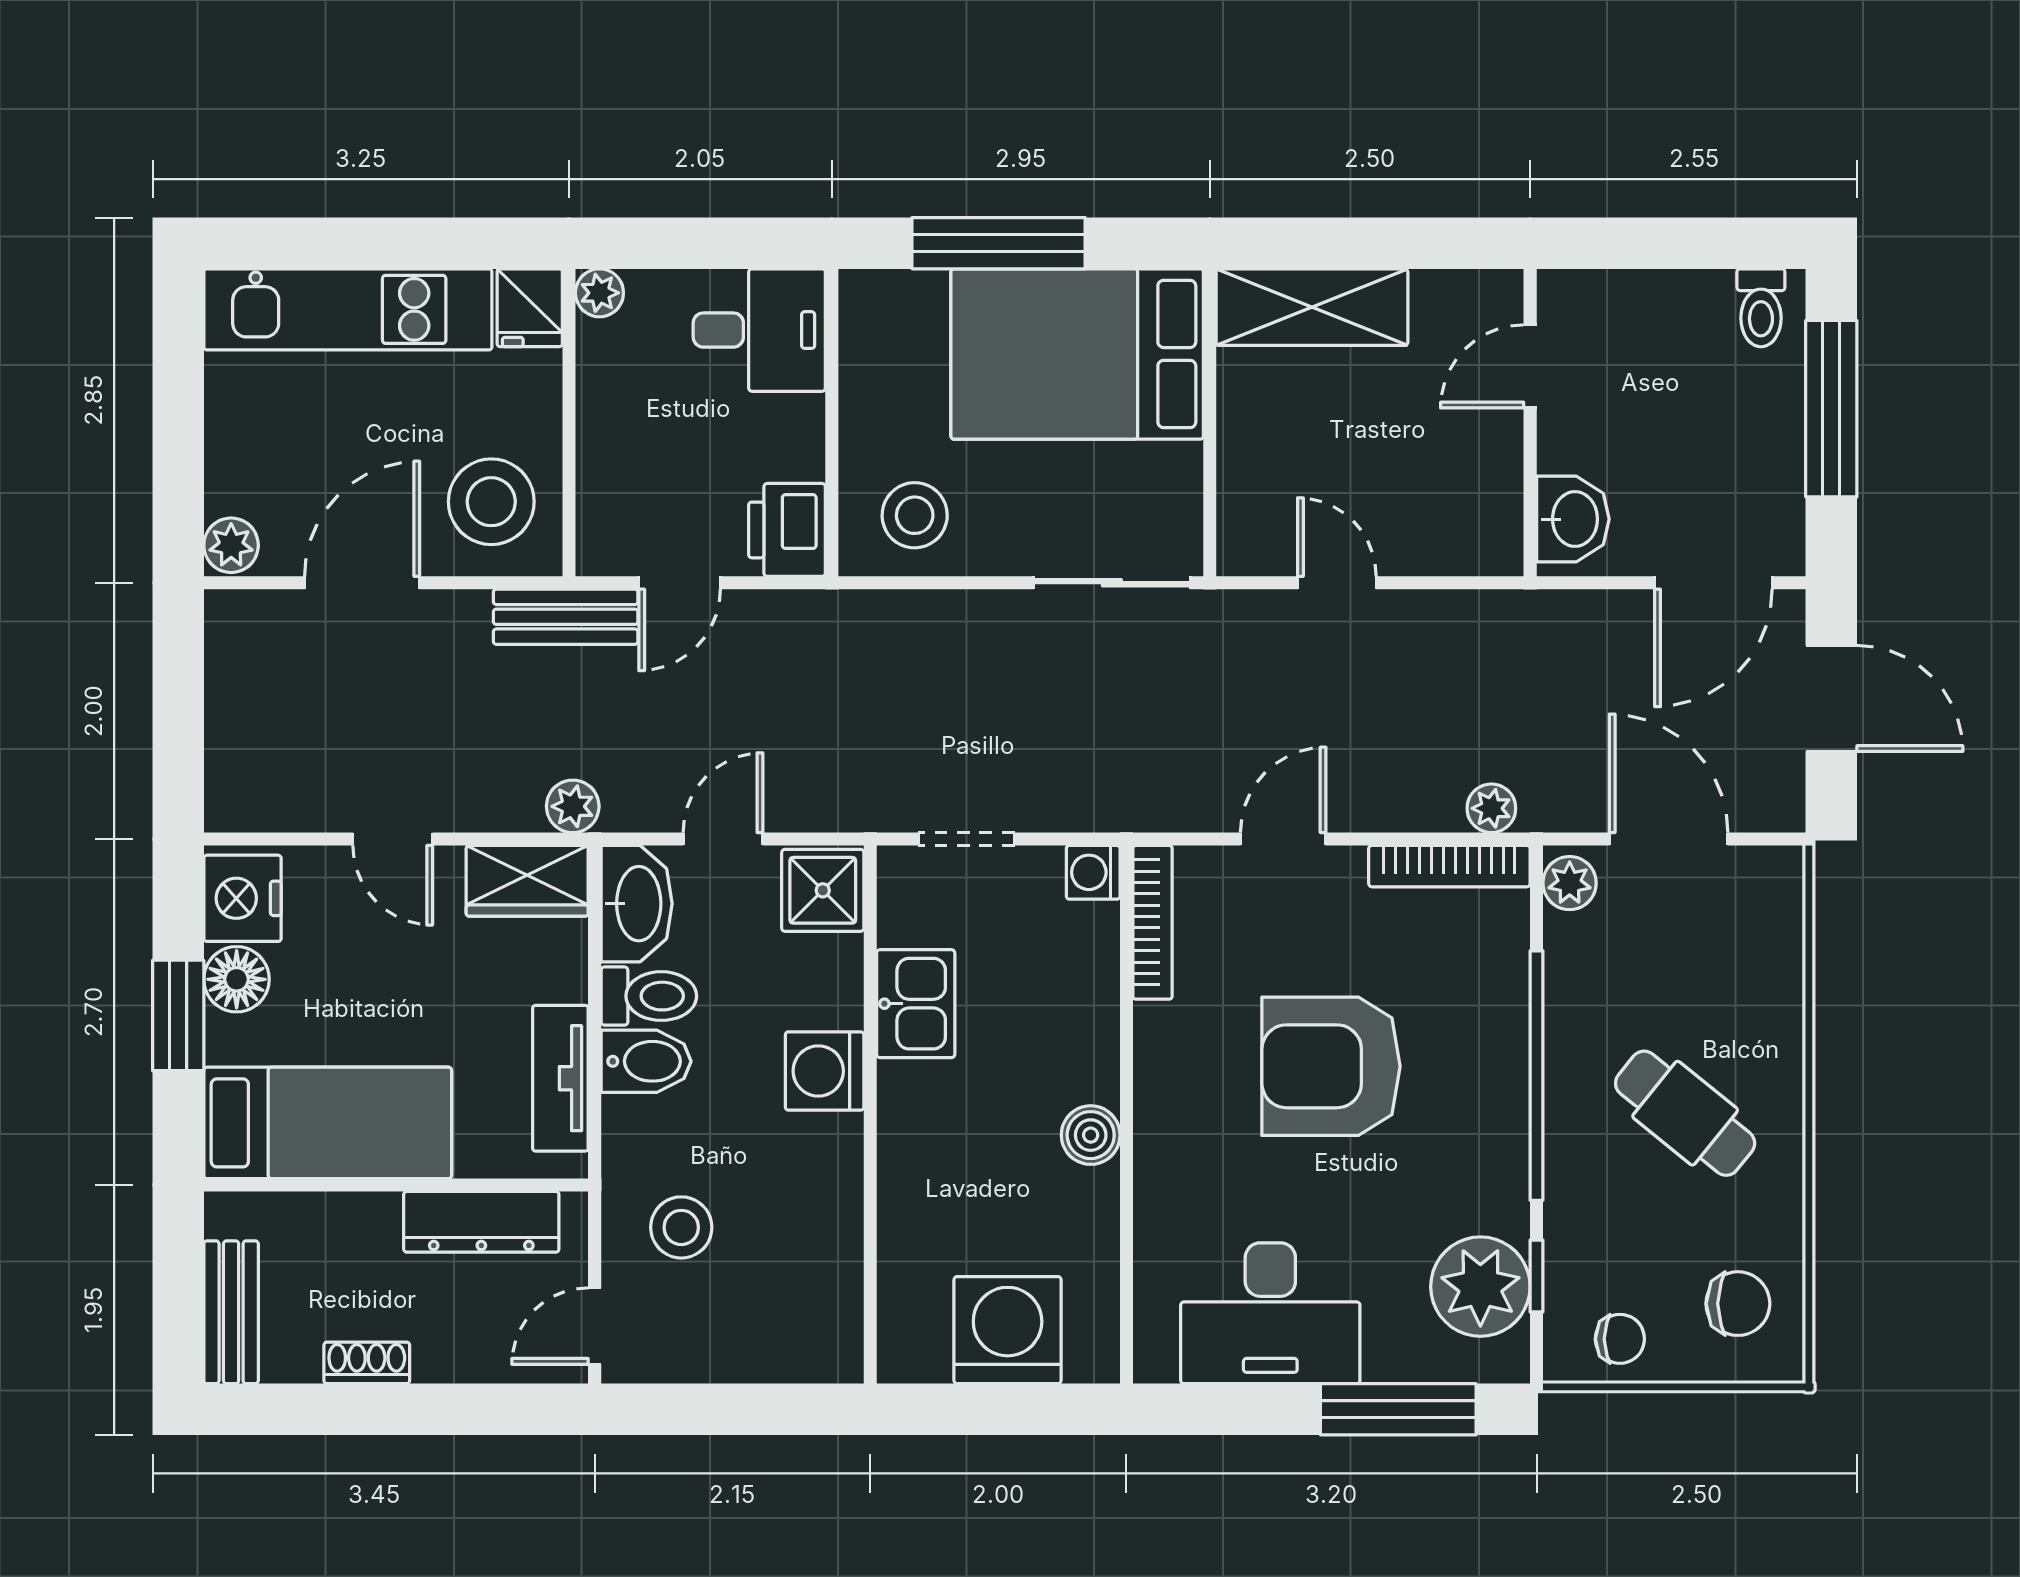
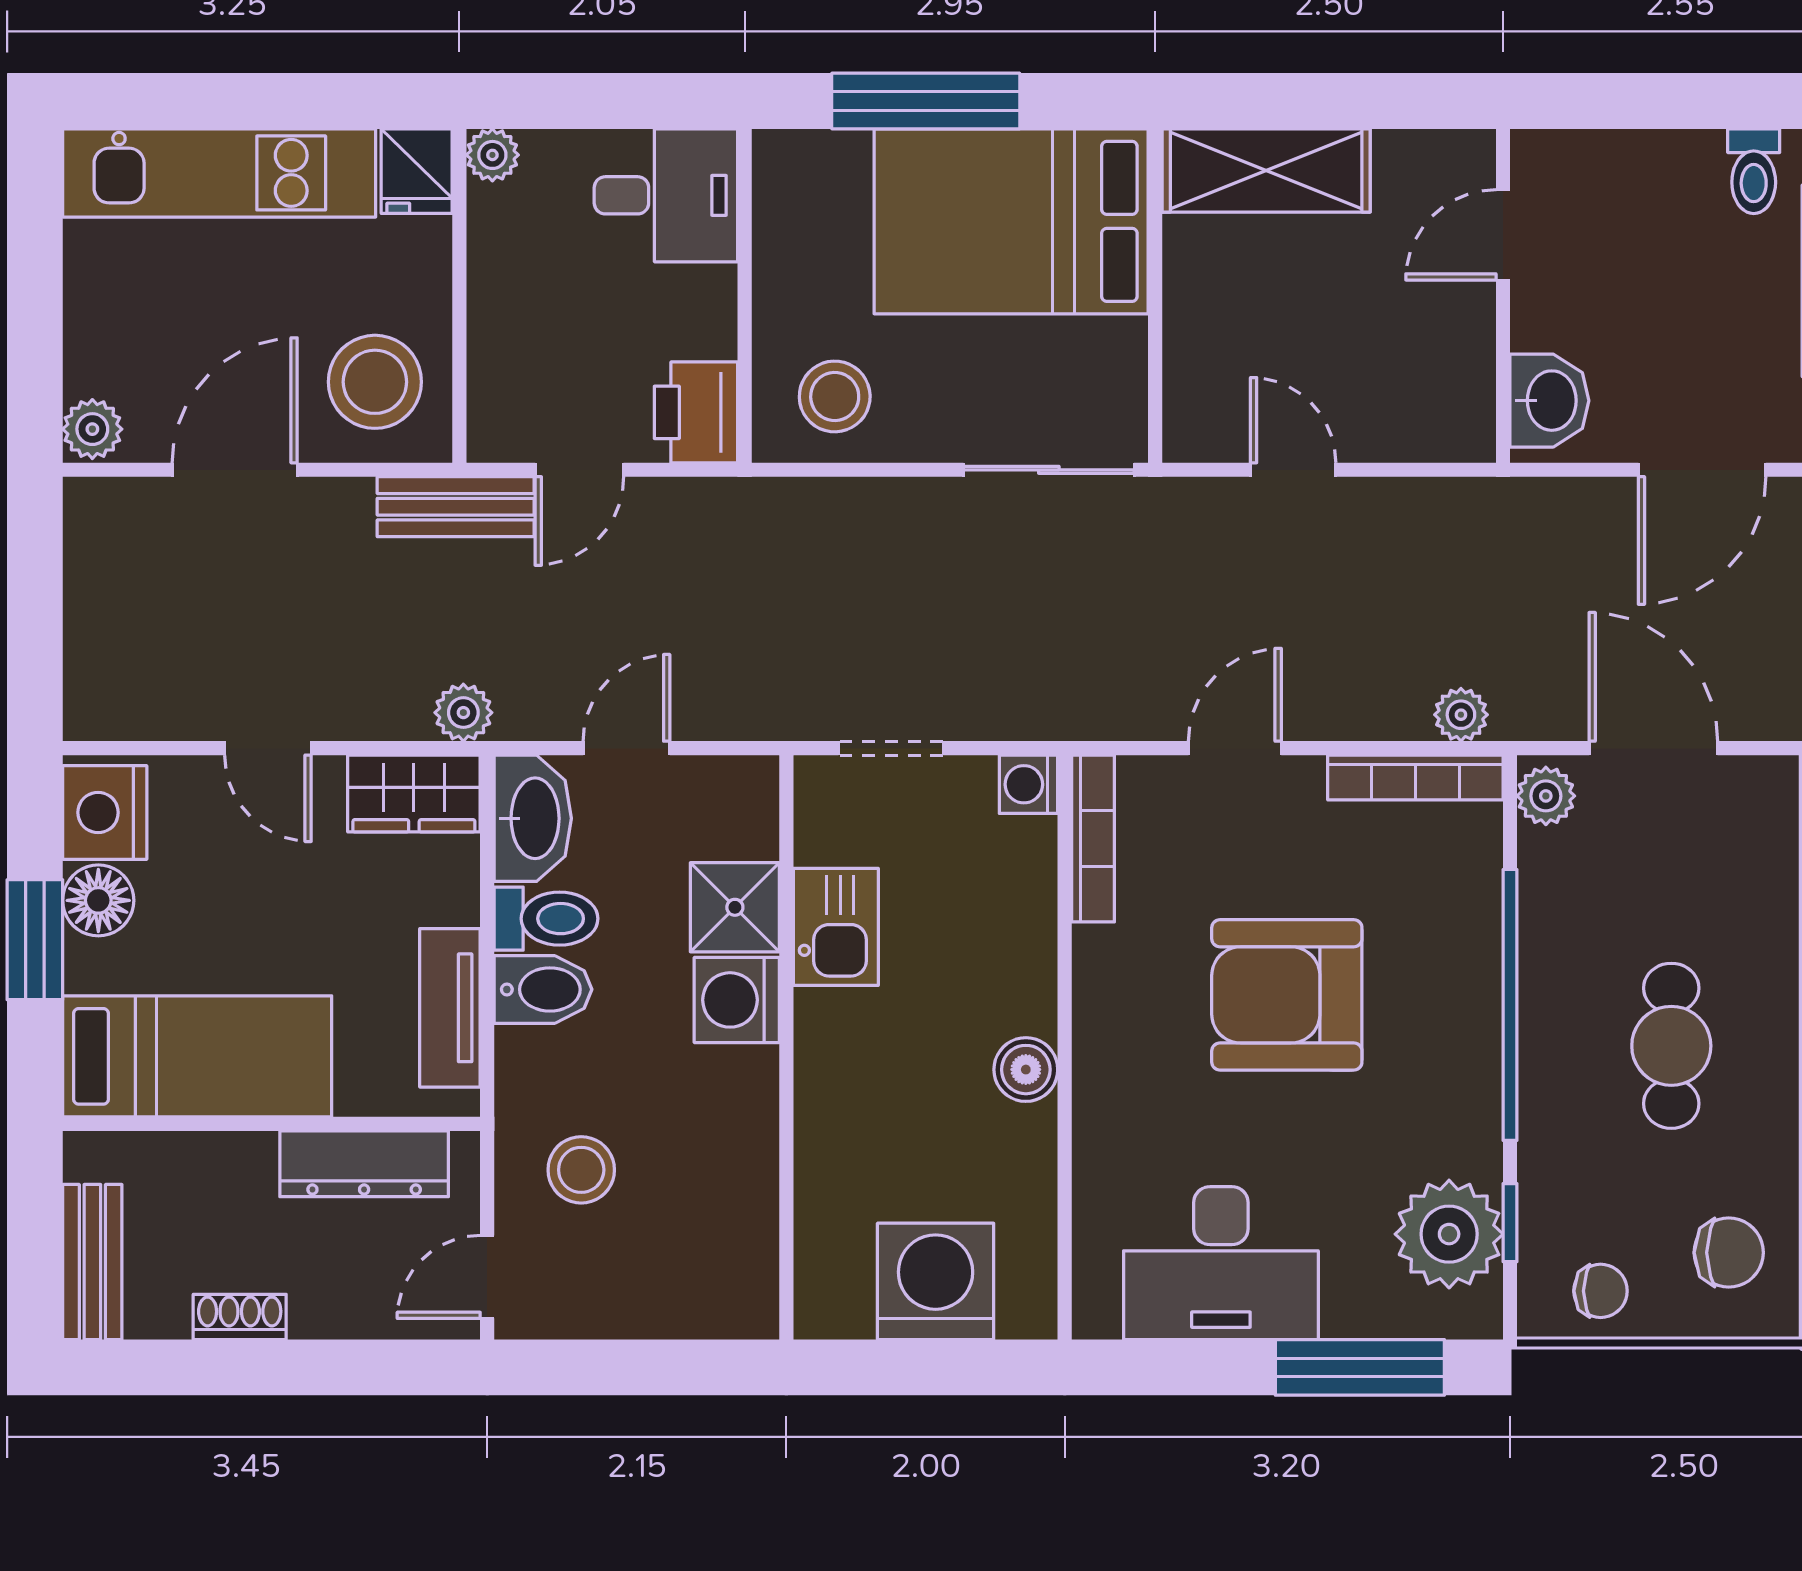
shower: (823, 890) -> (735, 907), moved
cafe table: (1685, 1113) -> (1671, 1046), turned 51

